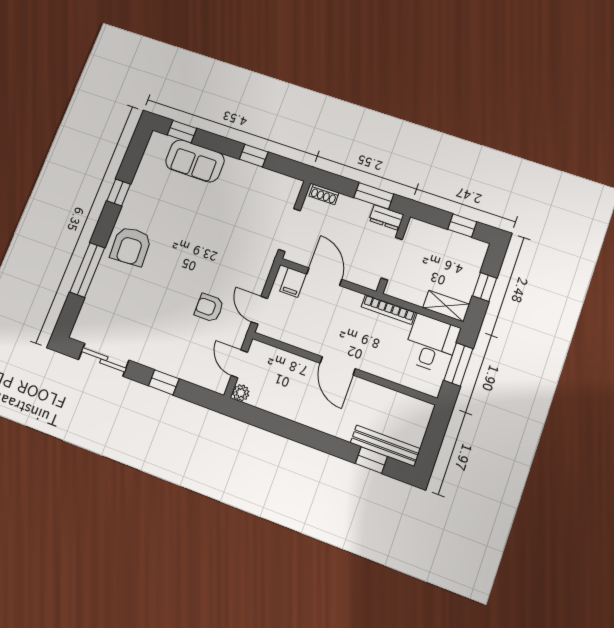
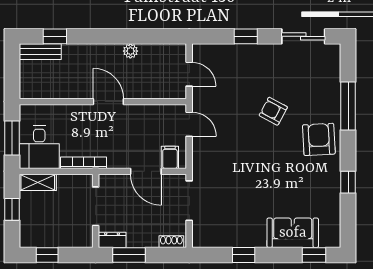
armchair: (209, 308) -> (273, 111), moved, turned -152
plant: (241, 393) -> (130, 51), moved
bench: (385, 446) -> (40, 52), width x0.73

